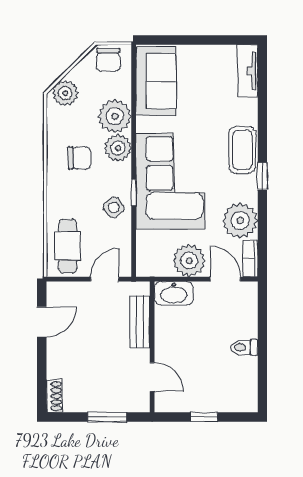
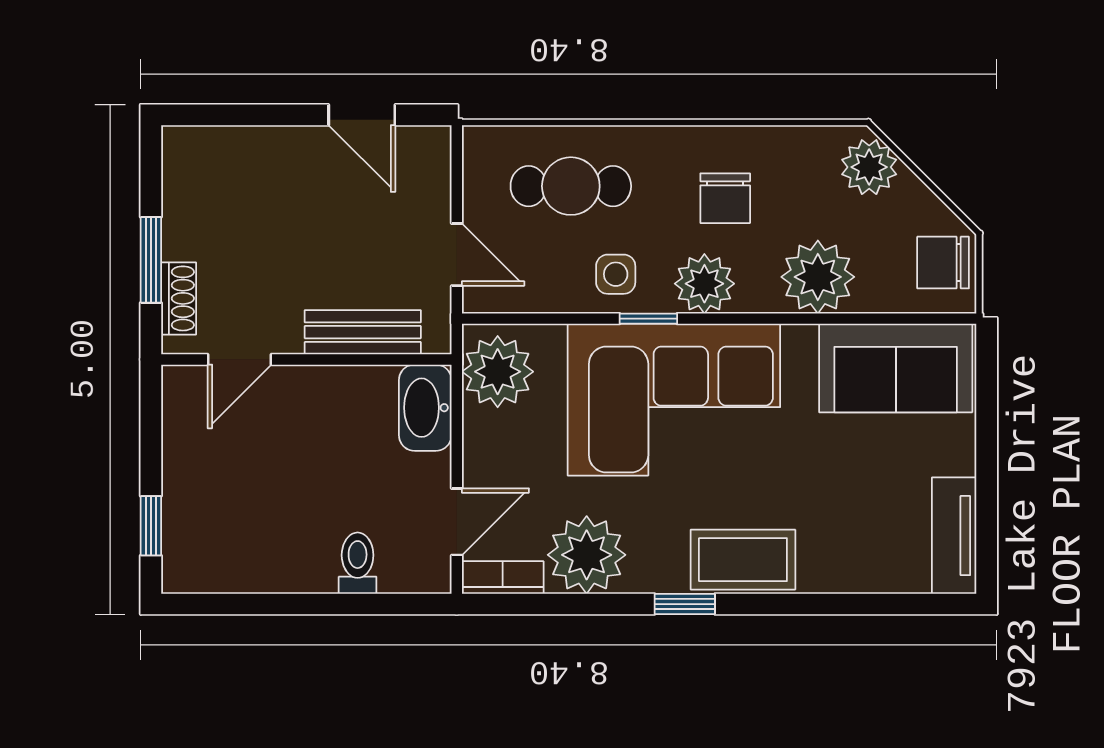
tv unit: (248, 71) -> (954, 536), moved, turned -90
plant: (118, 148) -> (704, 284), moved
side table: (114, 207) -> (616, 274), turned 38
cafe table: (68, 246) -> (571, 186), moved
plant: (189, 261) -> (498, 372), moved
toilet: (244, 347) -> (358, 563), moved
shoe rack: (54, 396) -> (179, 298), moved, turned -90
window: (204, 417) -> (151, 526), moved

